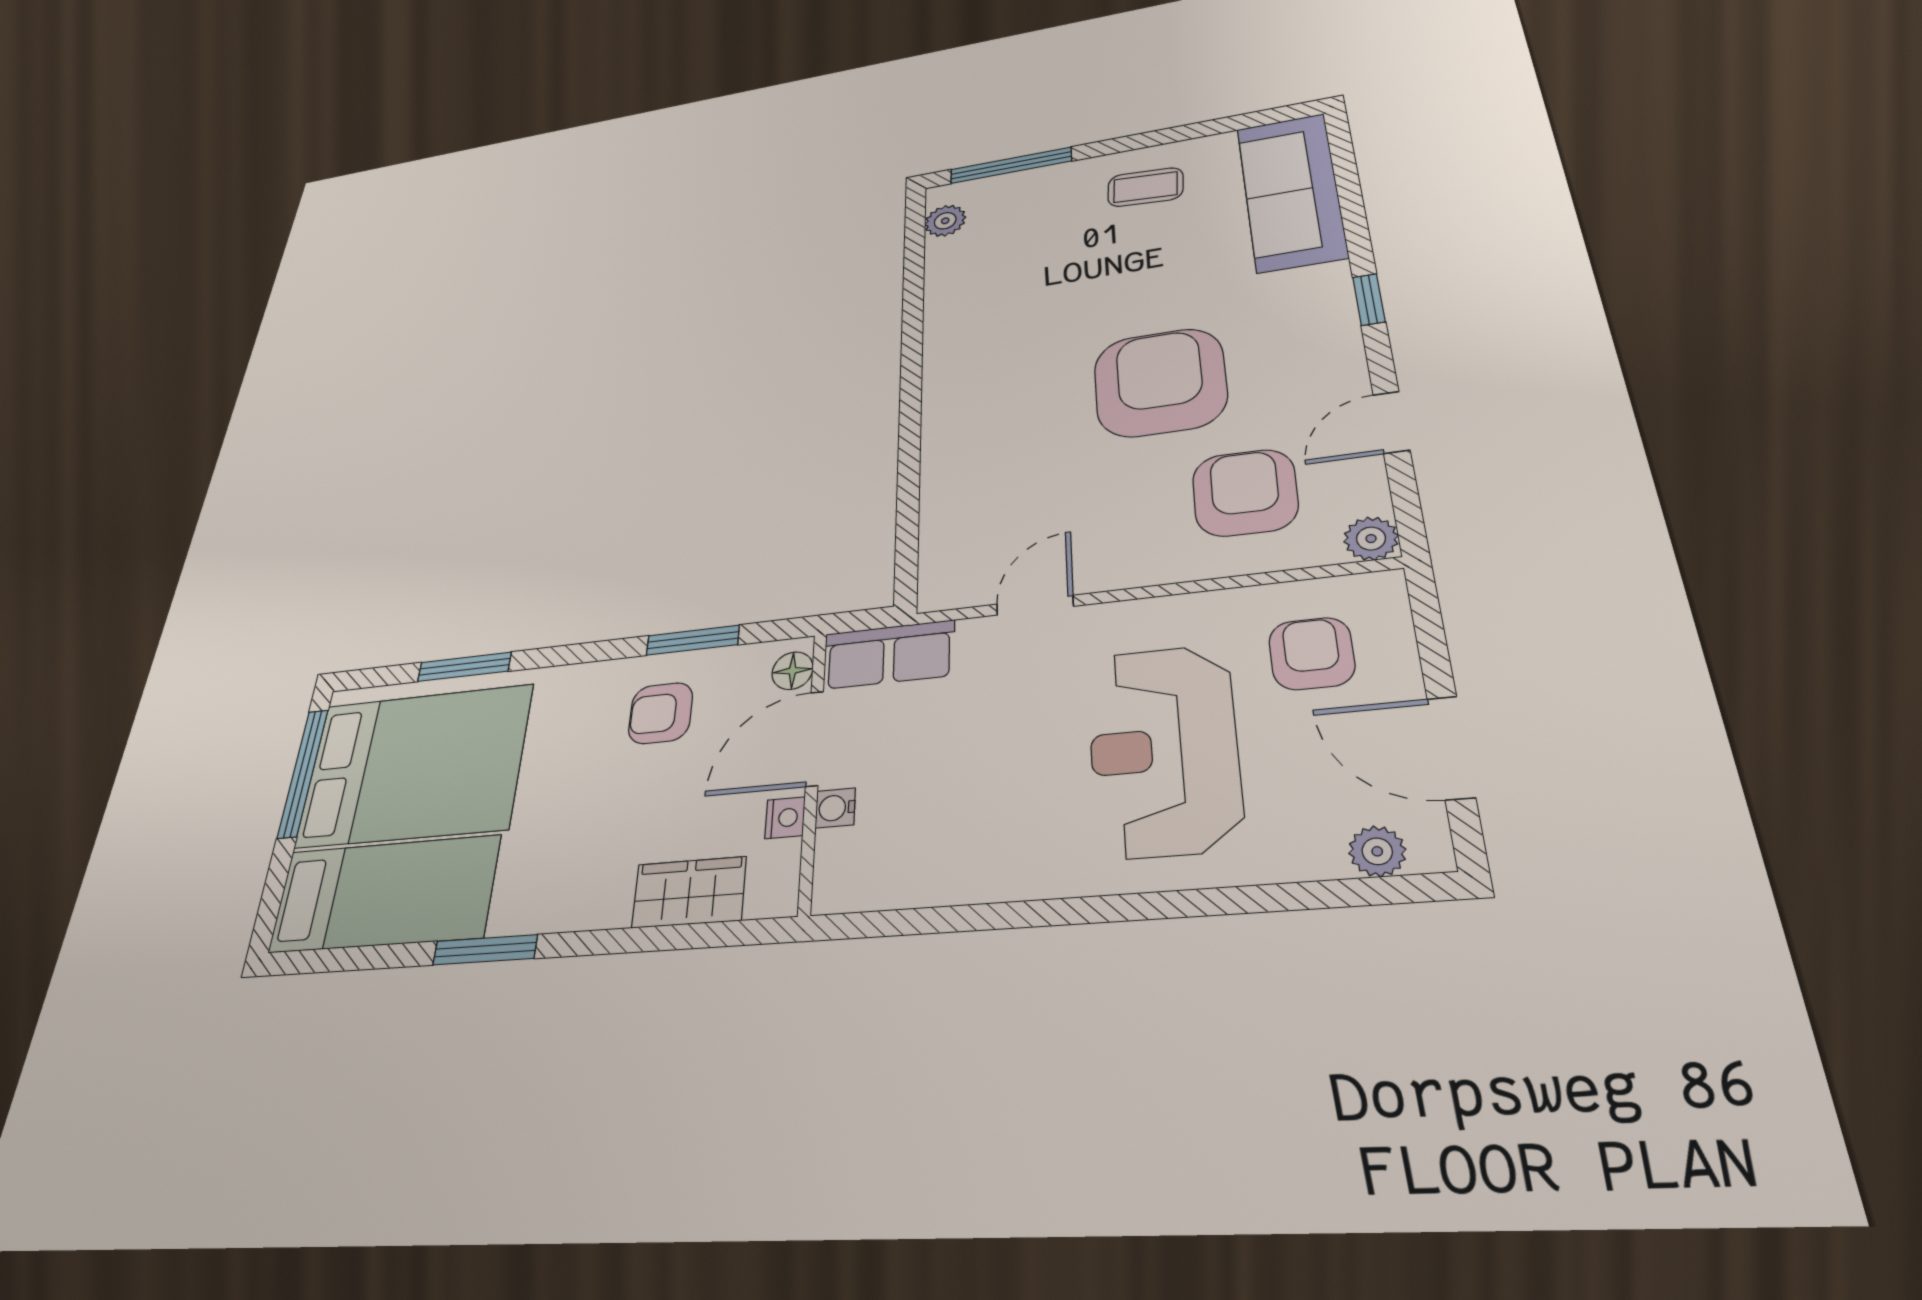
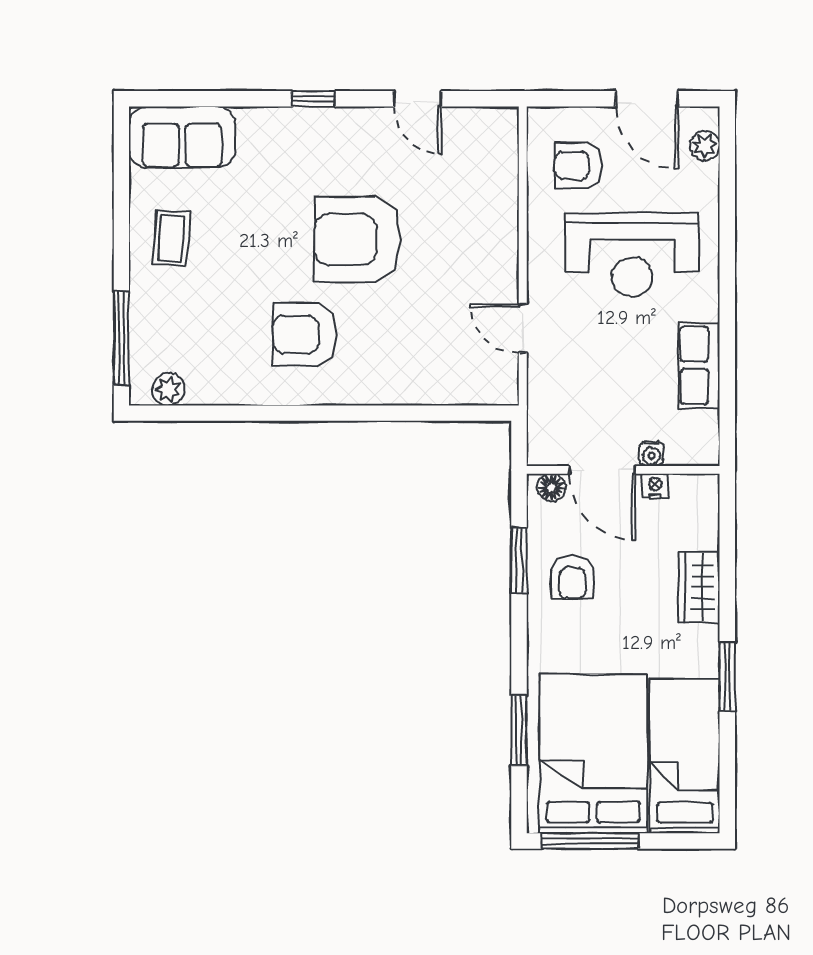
sofa: (1291, 191) -> (182, 137), width x0.73
armchair: (1245, 493) -> (305, 335), moved
plant: (1371, 539) -> (503, 122), removed
row of seats: (889, 654) -> (699, 365), moved, turned 180
door: (1451, 748) -> (647, 99), hinge flipped
wardrobe: (689, 892) -> (699, 587), moved

